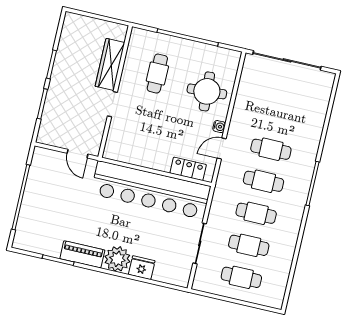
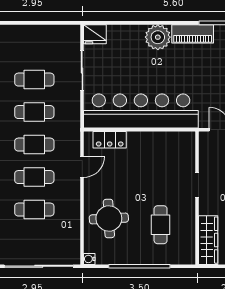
wardrobe: (110, 64) -> (208, 240), moved
water cooler: (219, 127) -> (89, 259), moved
fridge: (142, 268) -> (95, 34), moved
cafe table: (241, 277) -> (34, 210), moved

